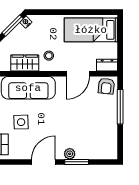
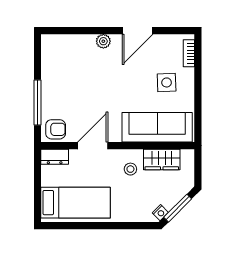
armchair: (106, 86) -> (56, 129), turned 84
window: (77, 162) -> (94, 31), removed

